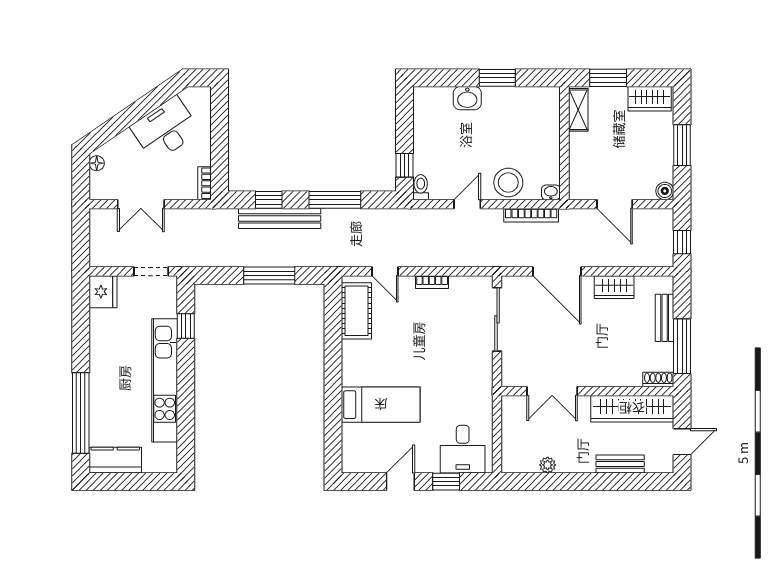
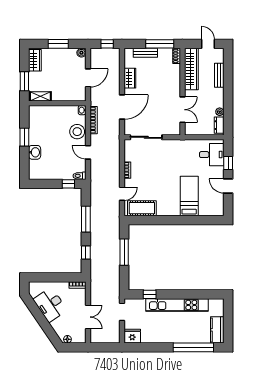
bench: (280, 218) -> (95, 247), removed
dresser: (521, 464) -> (219, 125), added

